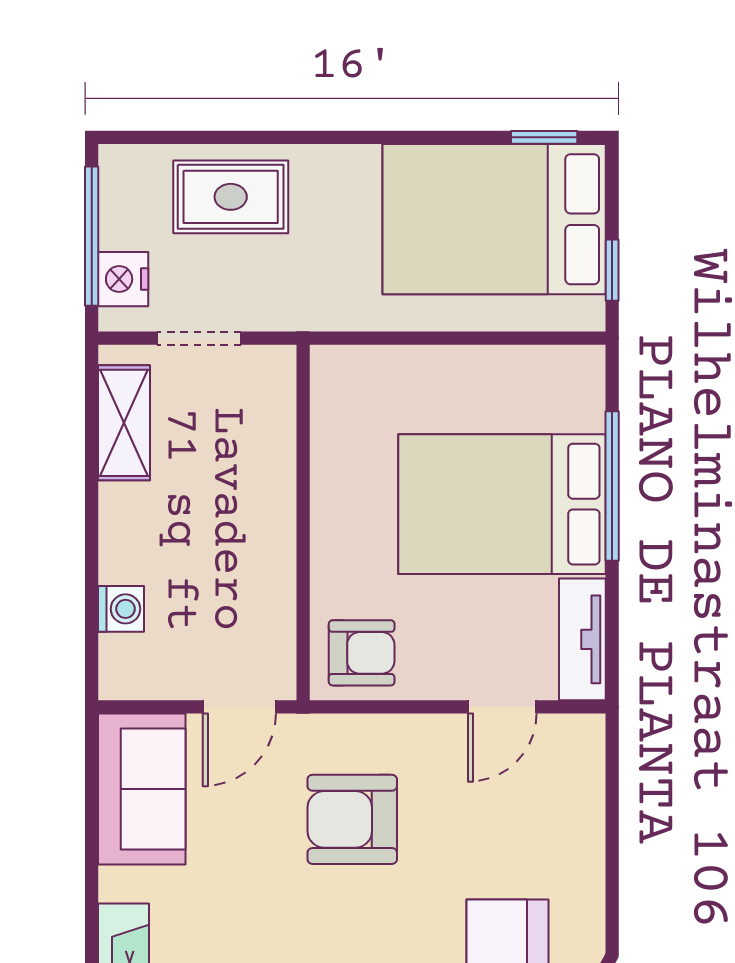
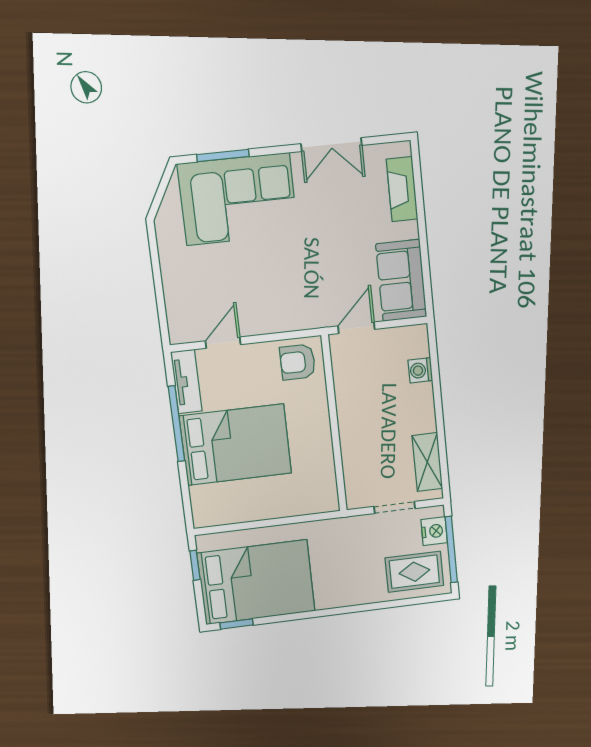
rug: (231, 197) -> (414, 572), moved
window: (612, 486) -> (176, 424), moved
armchair: (352, 819) -> (293, 276), removed

